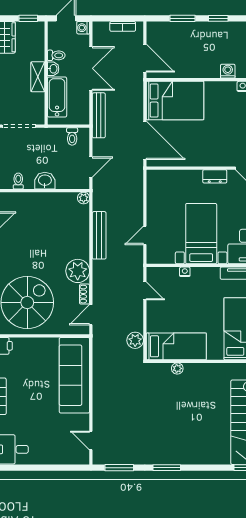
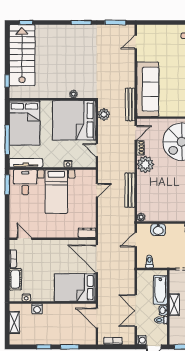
bench: (99, 115) -> (130, 104), moved
dresser: (215, 176) -> (87, 233), moved
washbasin: (45, 181) -> (158, 230), moved
bed: (176, 346) -> (74, 120), width x2.04
door: (91, 441) -> (136, 42), swing flipped

